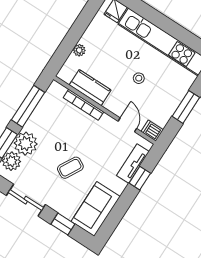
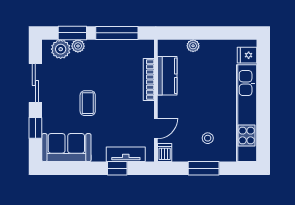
stool: (139, 78) -> (208, 138), moved
plant: (26, 144) -> (78, 46), width x0.53, depth x0.53
coffee table: (70, 168) -> (88, 103), turned 61

